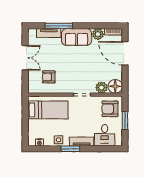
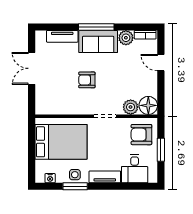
window: (59, 26) -> (96, 27), moved
door: (125, 53) -> (161, 63), width x0.53
double door: (25, 58) -> (32, 68), swing flipped
armchair: (49, 77) -> (87, 80), moved
bed: (48, 110) -> (61, 142), width x1.50
window: (70, 149) -> (75, 186), moved

